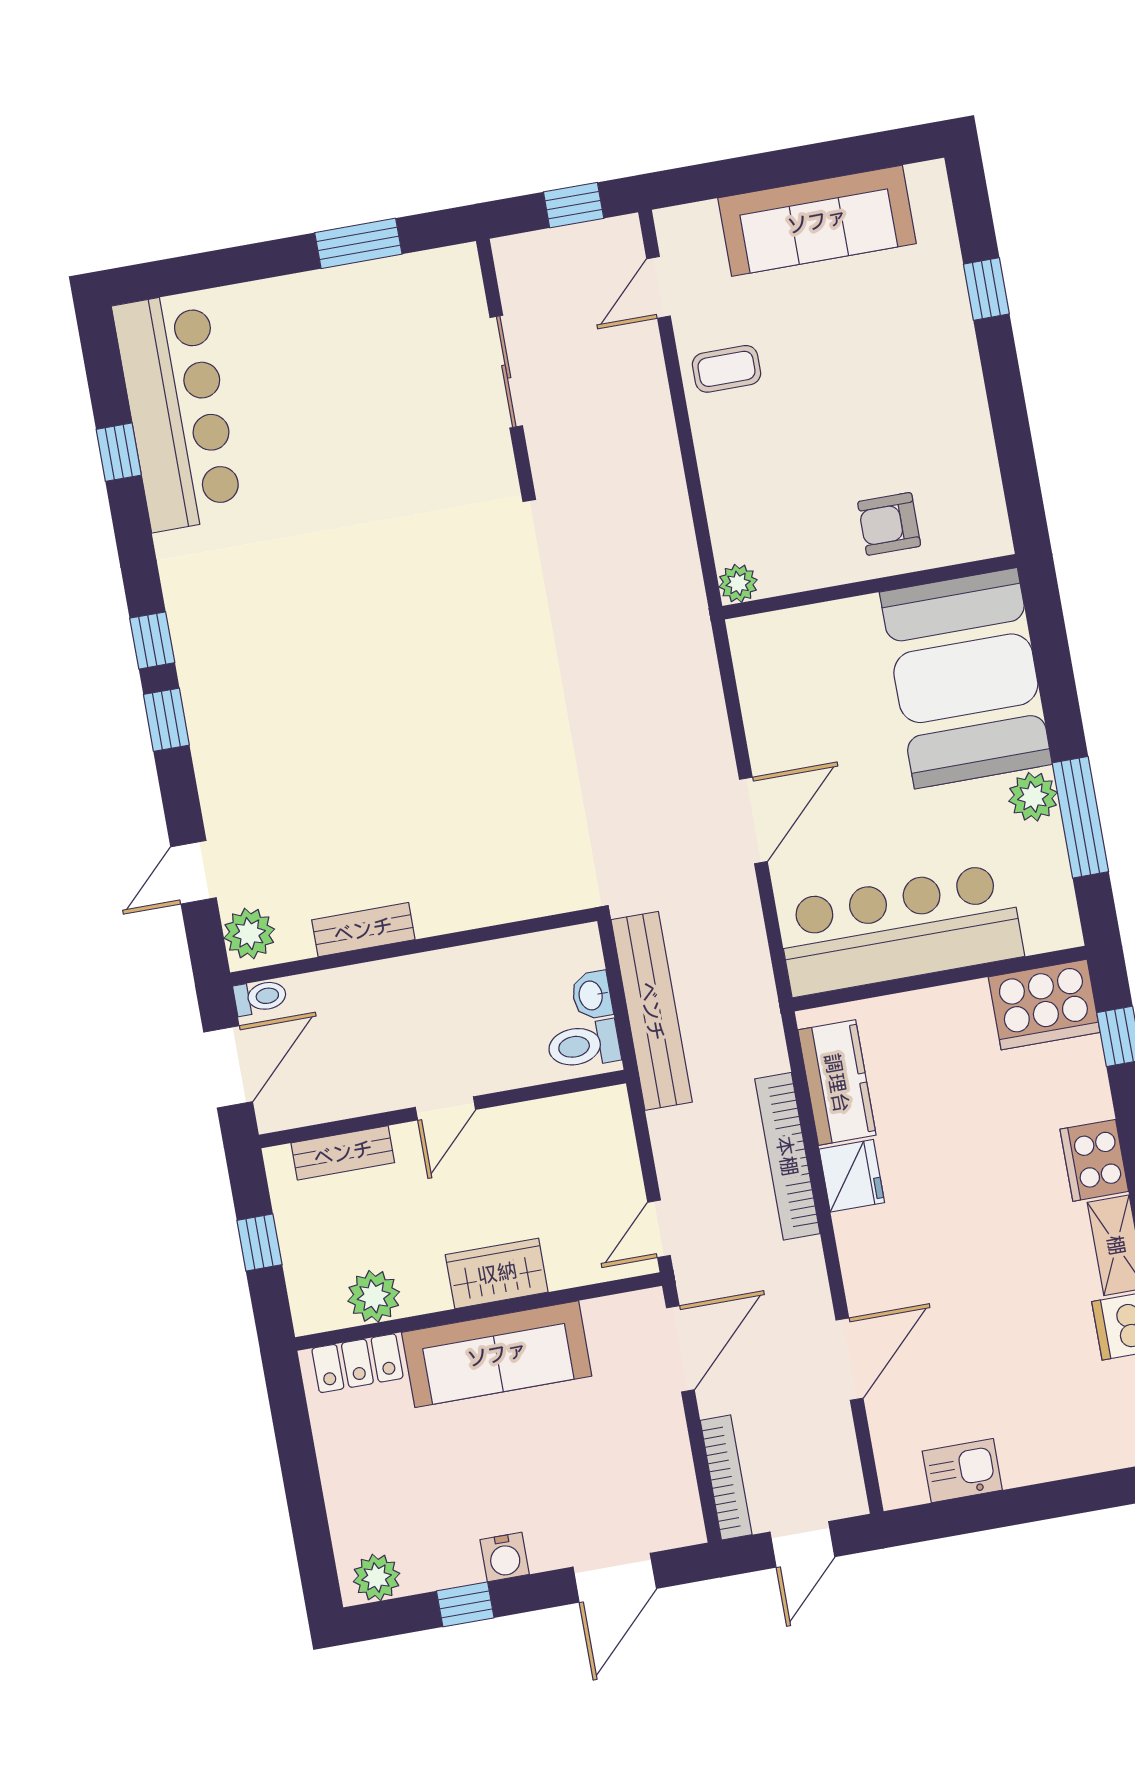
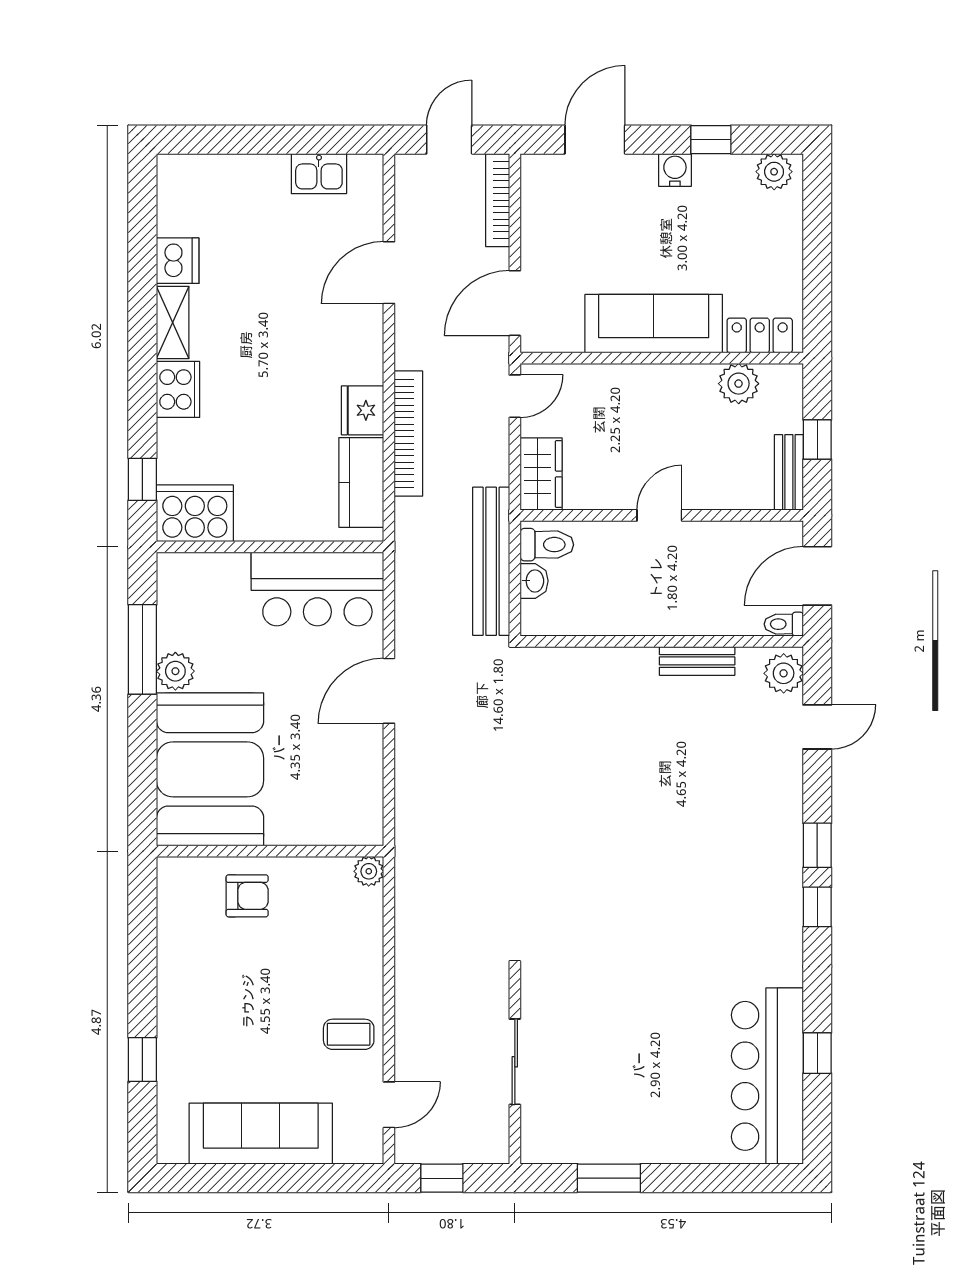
bar counter: (900, 930) -> (317, 589), width x0.73
bench: (343, 1153) -> (789, 472), moved, turned 90
wardrobe: (497, 1273) -> (541, 474), moved, turned -90

